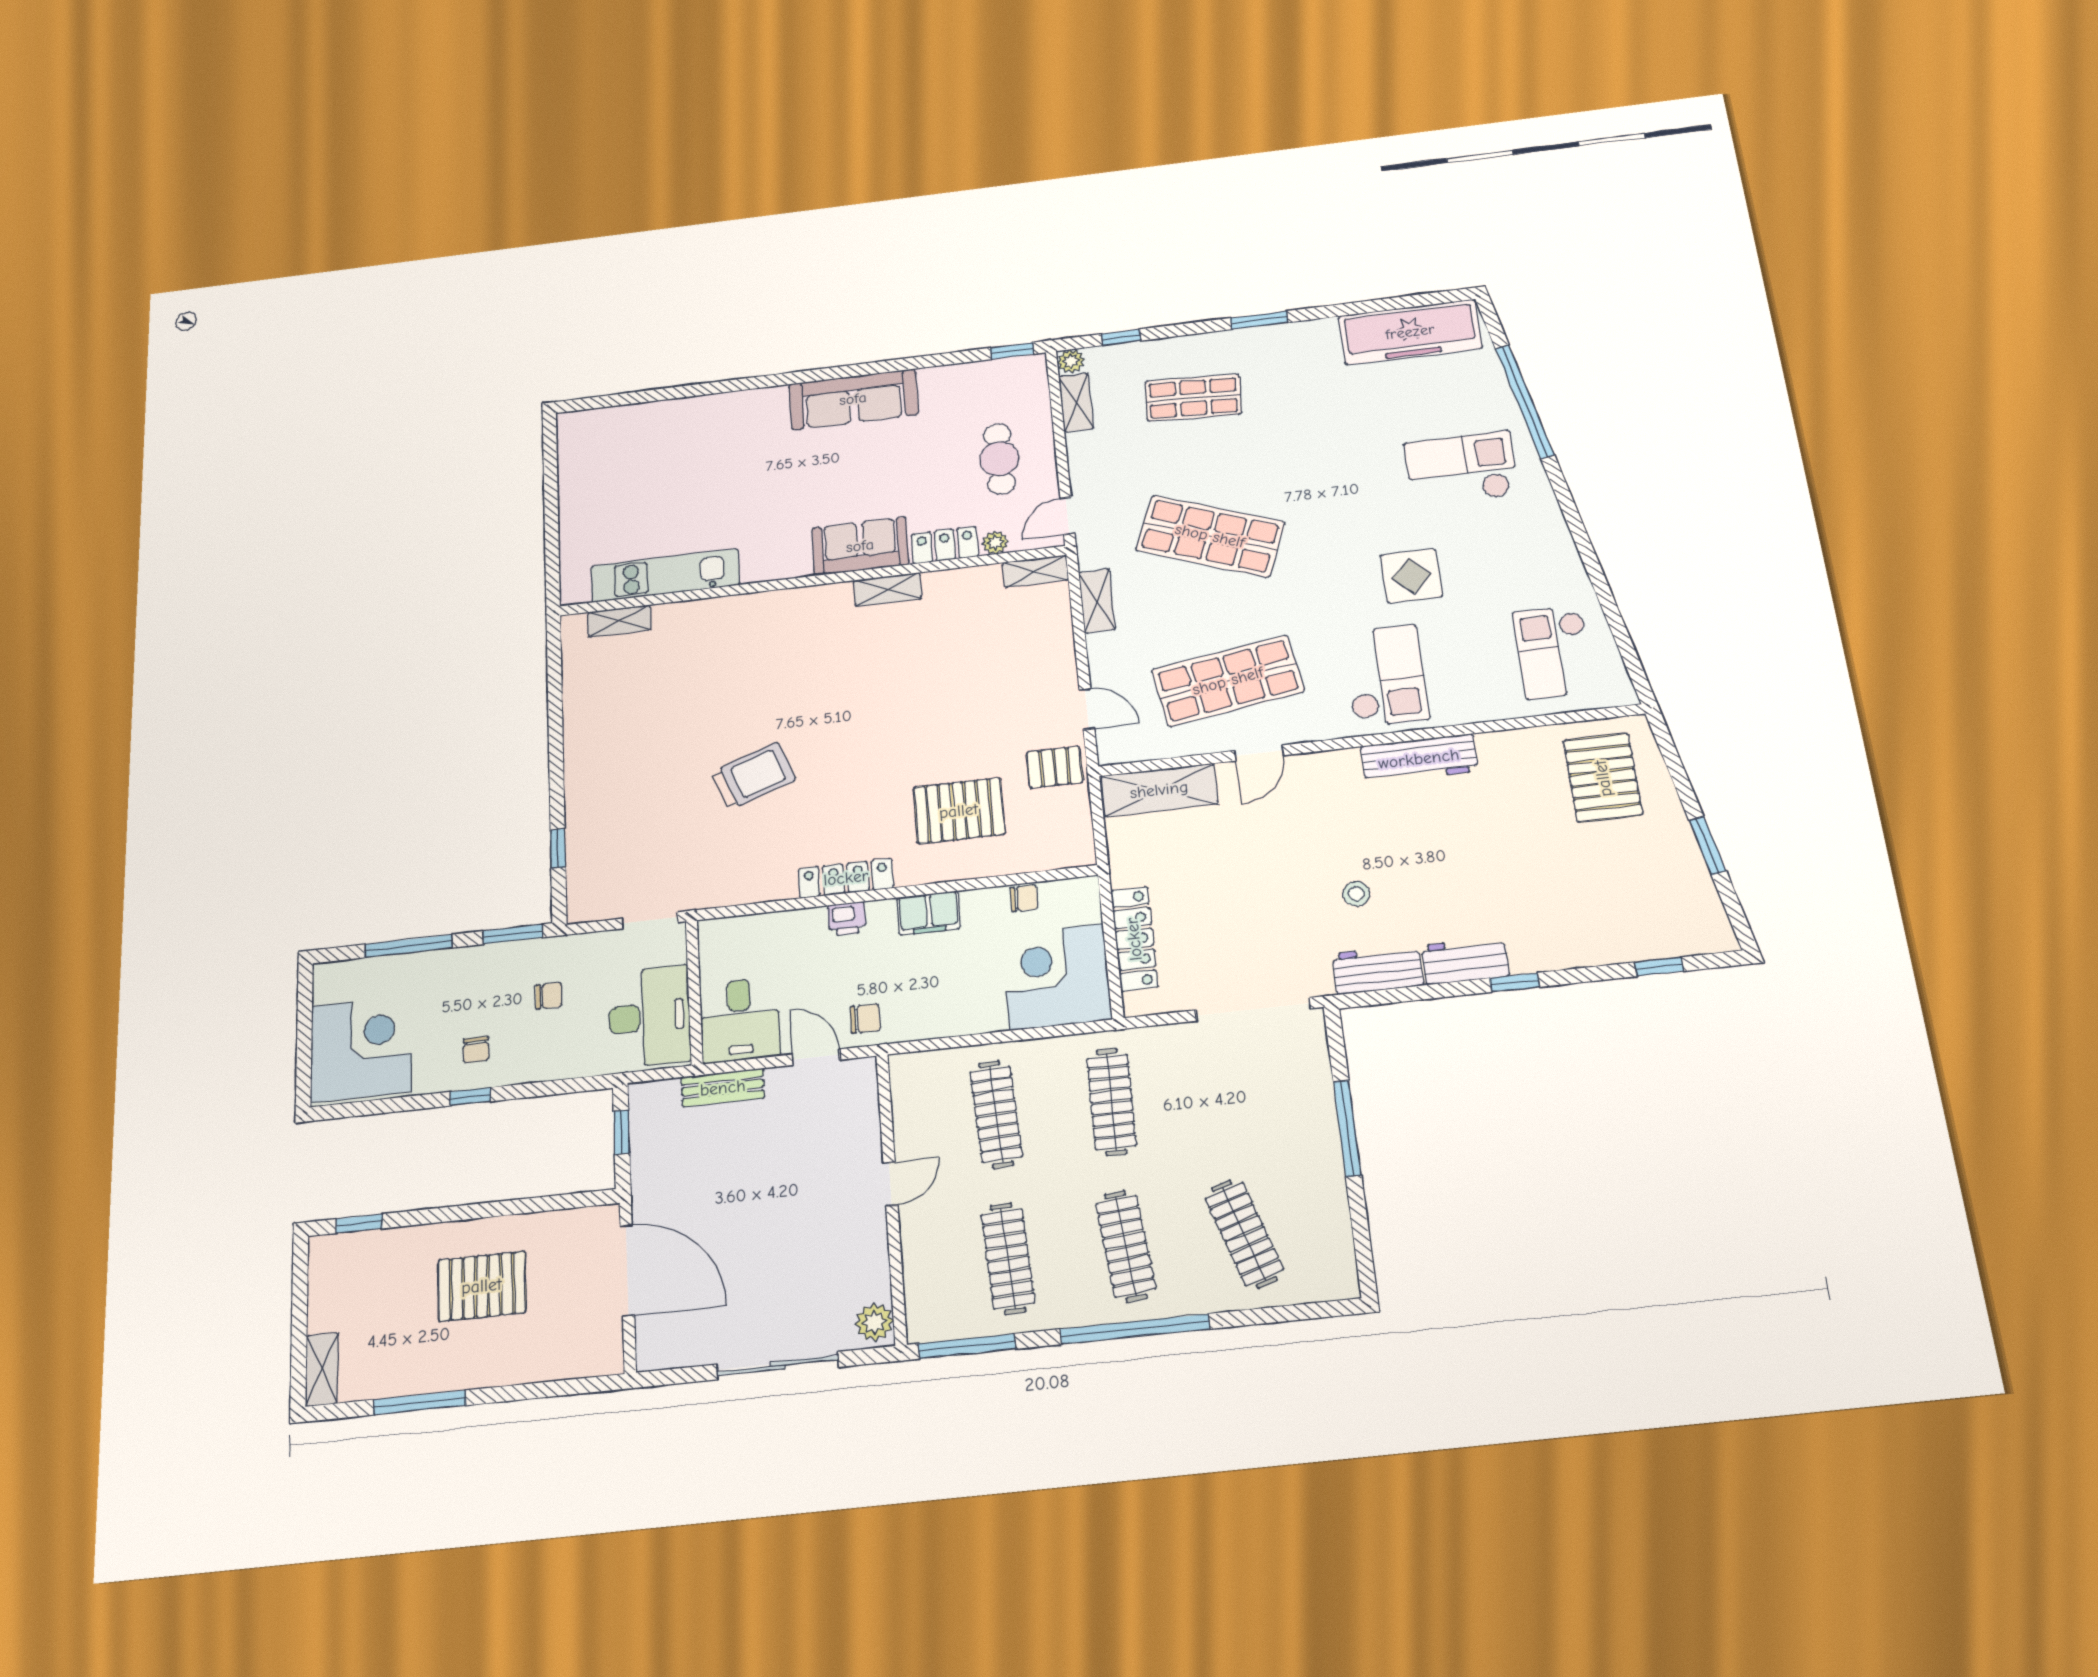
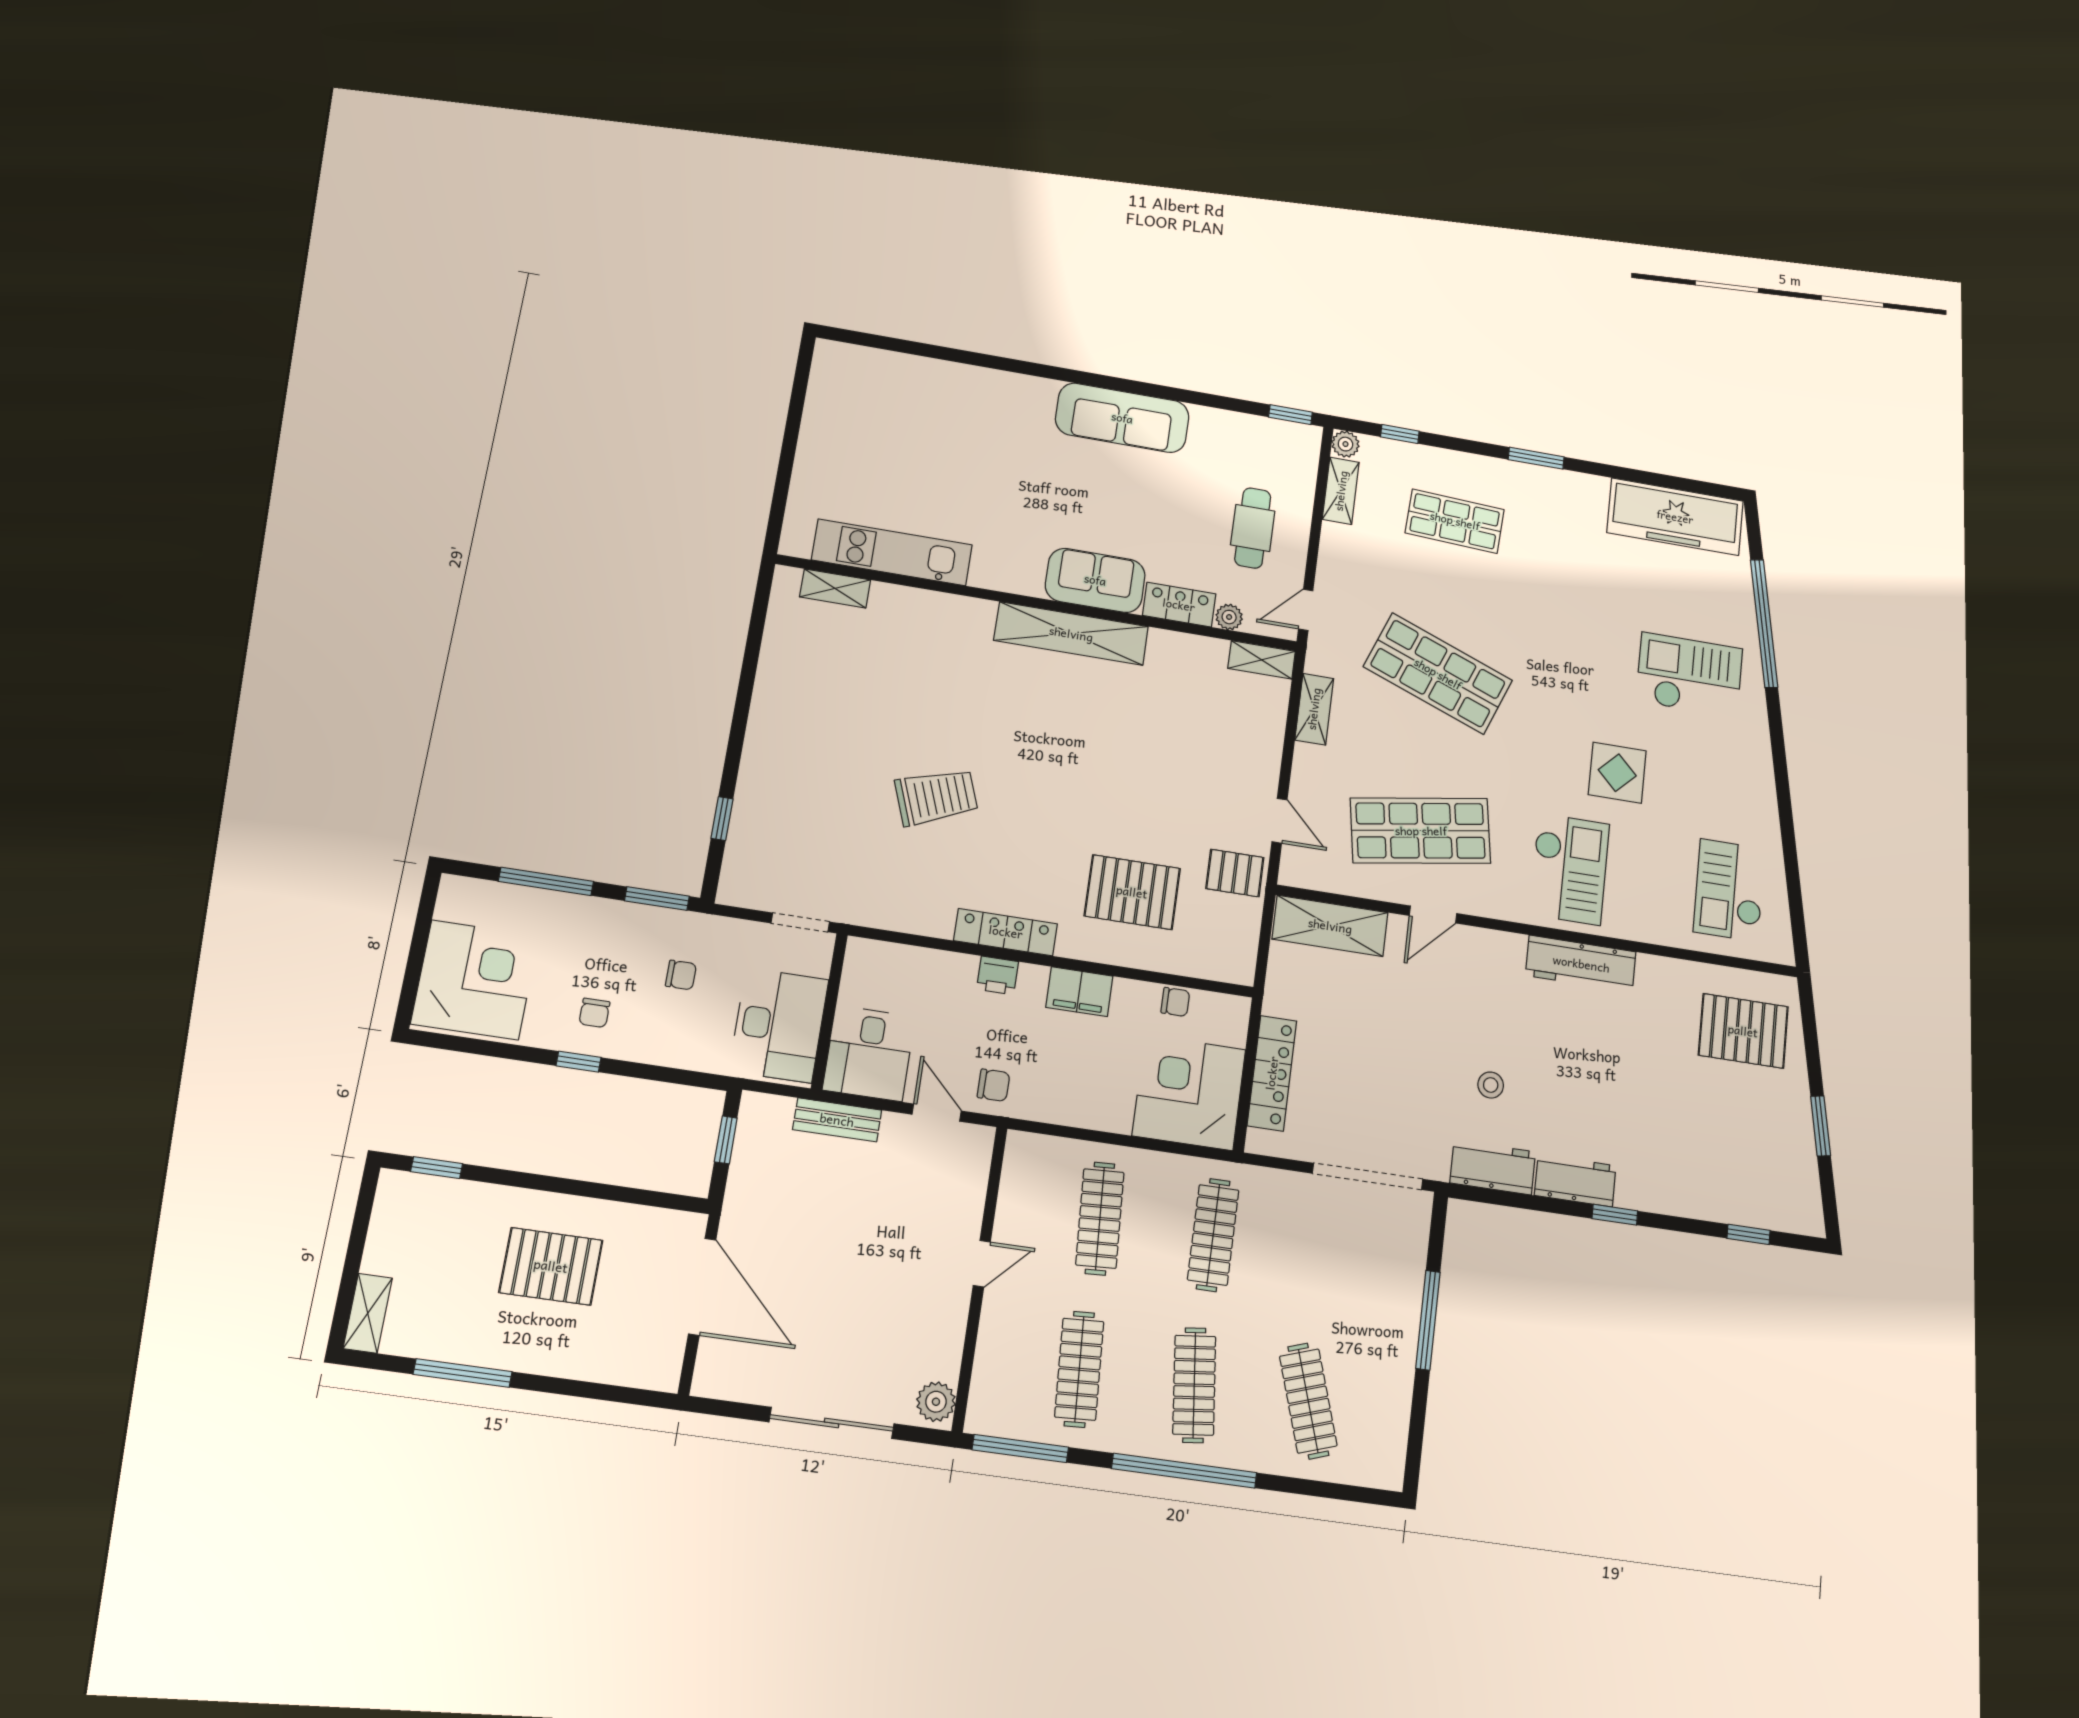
shelving: (888, 590) -> (1071, 634), width x2.20, depth x1.33
pallet: (1603, 778) -> (1743, 1031), turned 90

